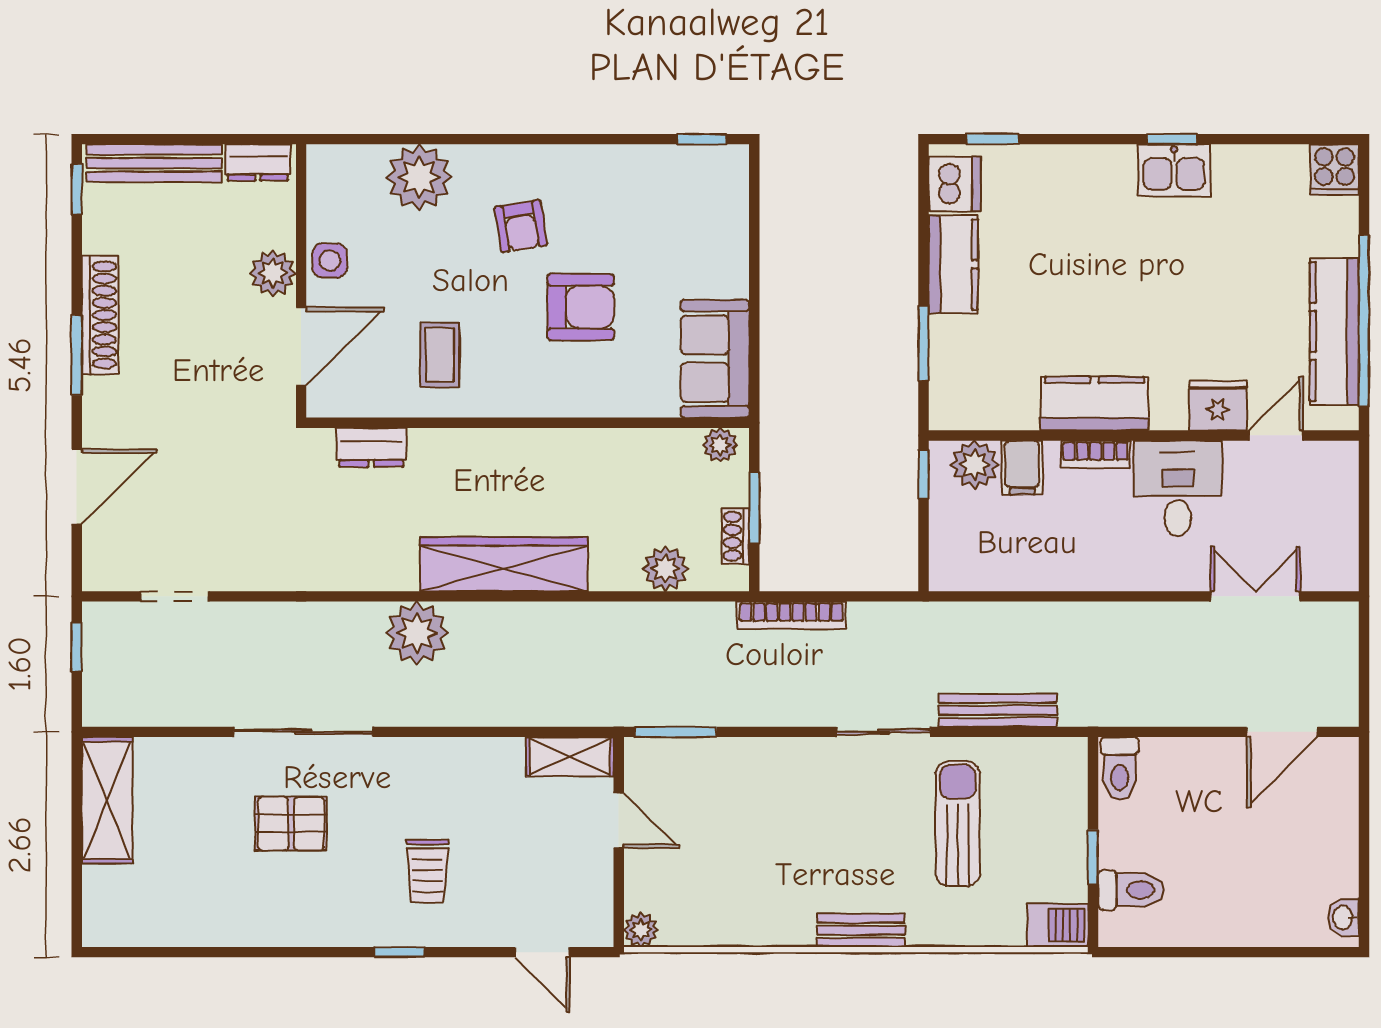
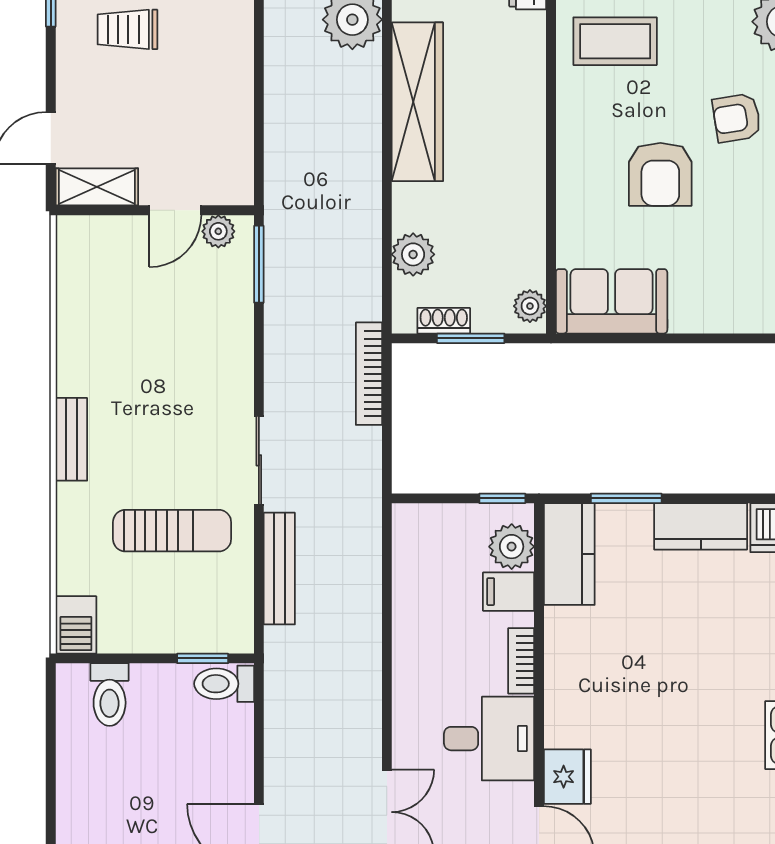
coffee table: (440, 355) -> (615, 41), width x1.36, depth x1.30
kitchen counter: (1094, 403) -> (569, 554), moved
shelving: (570, 757) -> (97, 187), moved, turned 90
window: (1093, 857) -> (203, 658), moved
plant: (641, 930) -> (218, 231), moved

